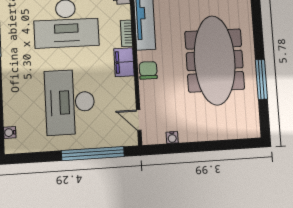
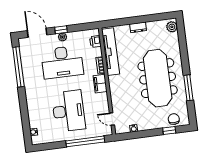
chair: (148, 70) -> (174, 119), moved
desk: (70, 102) -> (69, 111), turned 180
window: (228, 145) -> (169, 131), added

